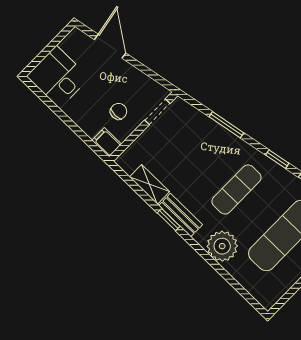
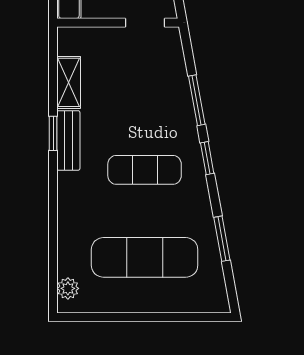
window: (277, 159) -> (207, 158), moved
plant: (222, 246) -> (68, 288), moved, width x0.53, depth x0.53

